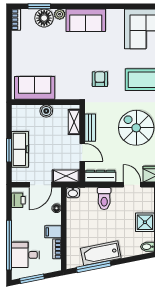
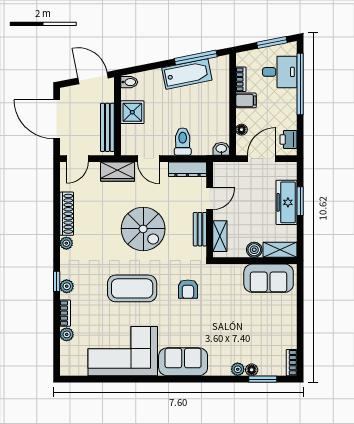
floor lamp: (44, 18) -> (252, 370), width x0.53, depth x0.53
sofa: (86, 20) -> (183, 362), moved
door: (82, 152) -> (210, 199), swing flipped
shelving: (66, 176) -> (280, 250), moved

